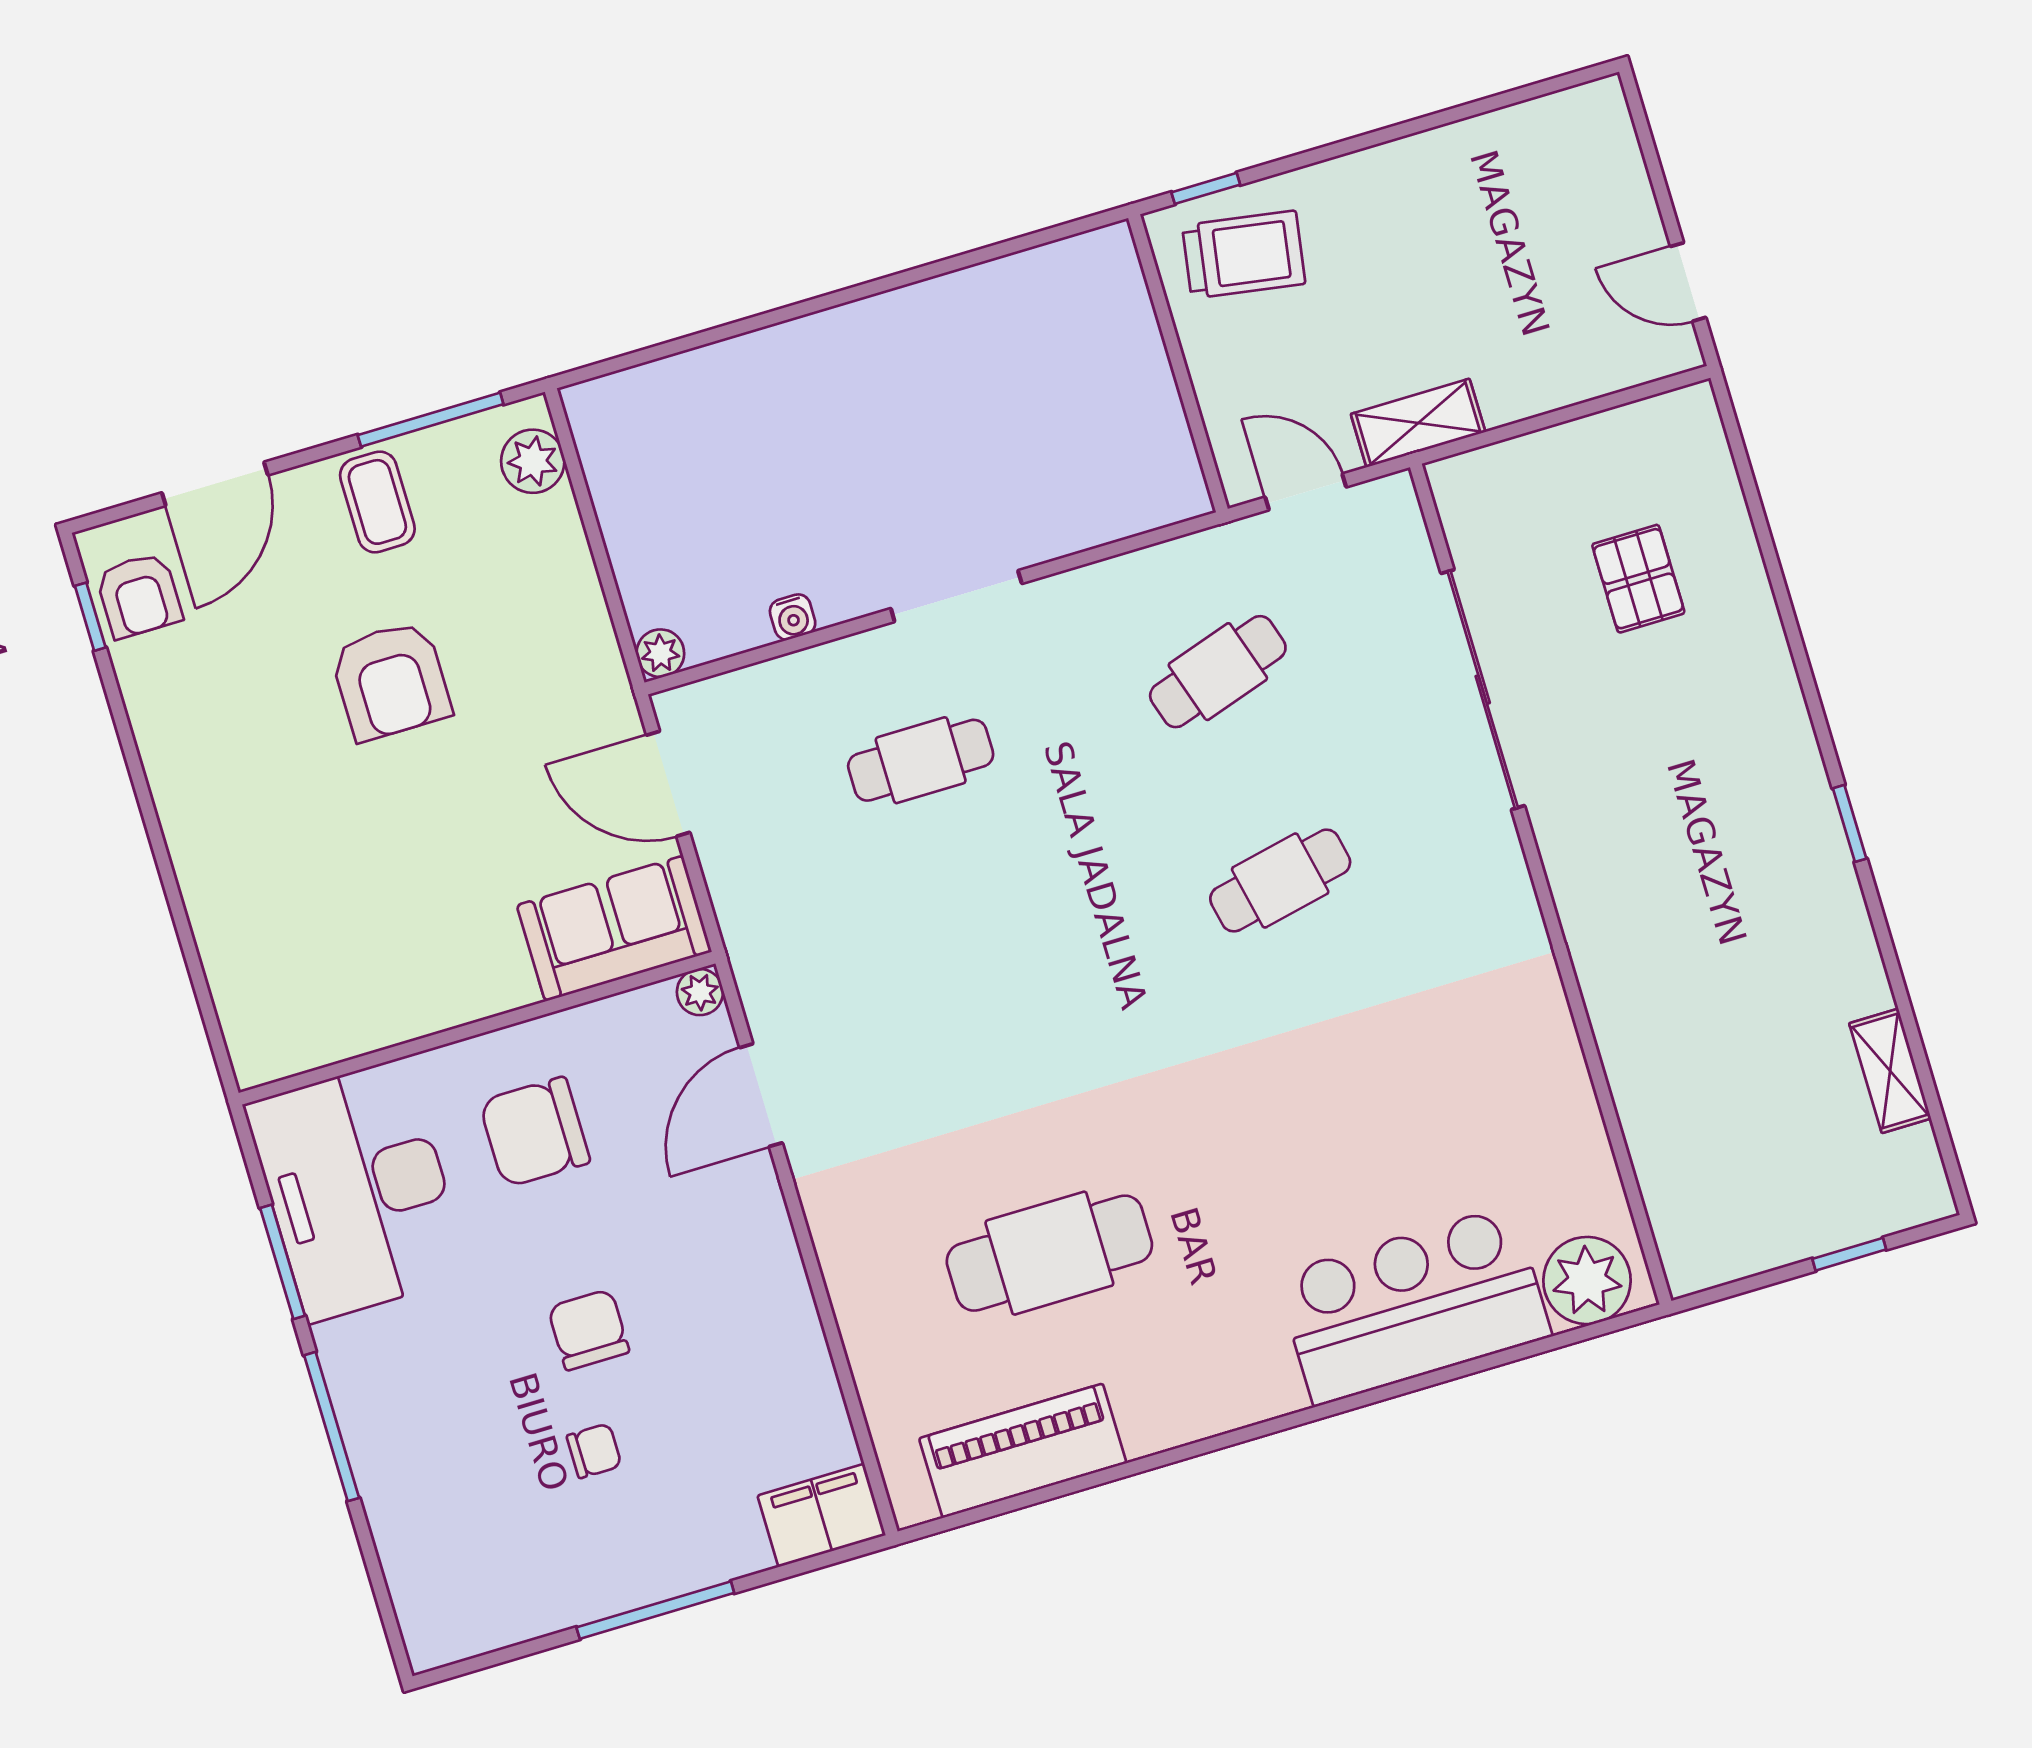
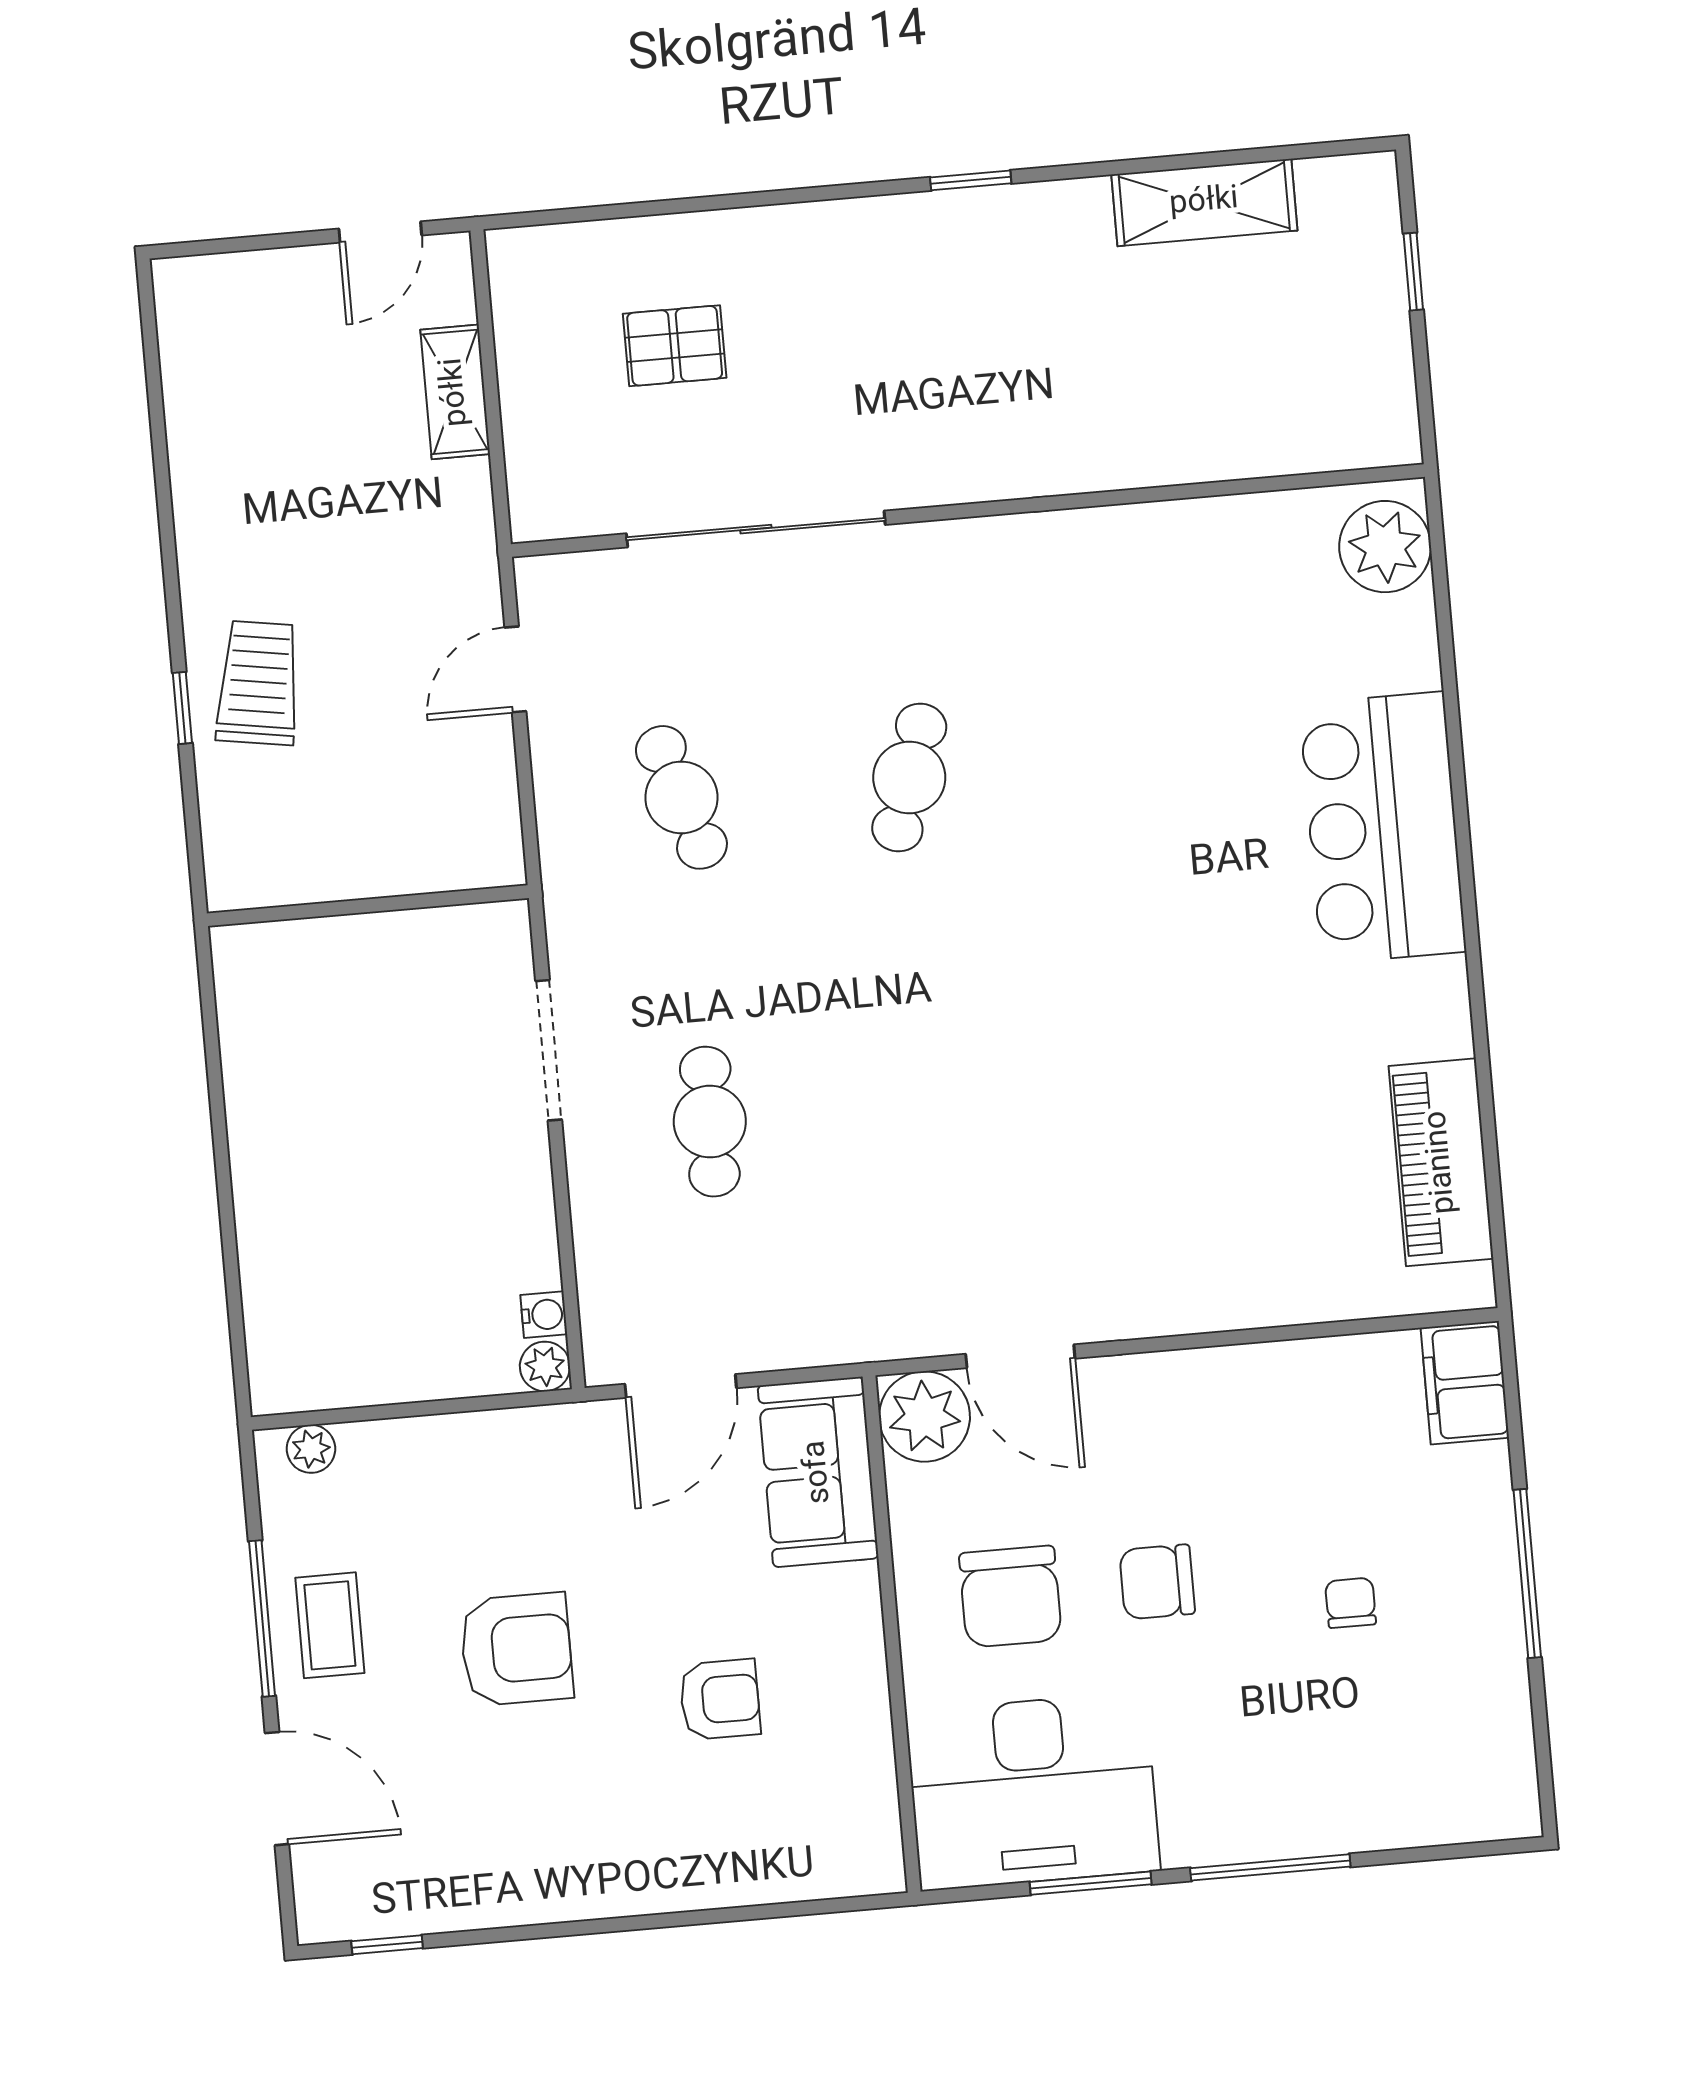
wall: (1178, 363) -> (368, 906), moved
window: (431, 420) -> (262, 1618), moved
shelving: (1418, 423) -> (455, 392), moved
plant: (533, 461) -> (311, 1449), width x0.73, depth x0.73
coffee table: (377, 502) -> (330, 1625), turned 90
armchair: (139, 595) -> (720, 1699), moved
water cooler: (793, 617) -> (544, 1315), moved
cafe table: (1280, 881) -> (909, 778), turned 30
plant: (700, 992) -> (924, 1417), width x1.87, depth x1.87
shelving: (1890, 1071) -> (1204, 202), width x1.50, depth x1.33
cafe table: (1049, 1253) -> (1243, 1093), removed
bar counter: (1414, 1305) -> (1383, 828), moved
chair: (588, 1330) -> (1157, 1582), moved

